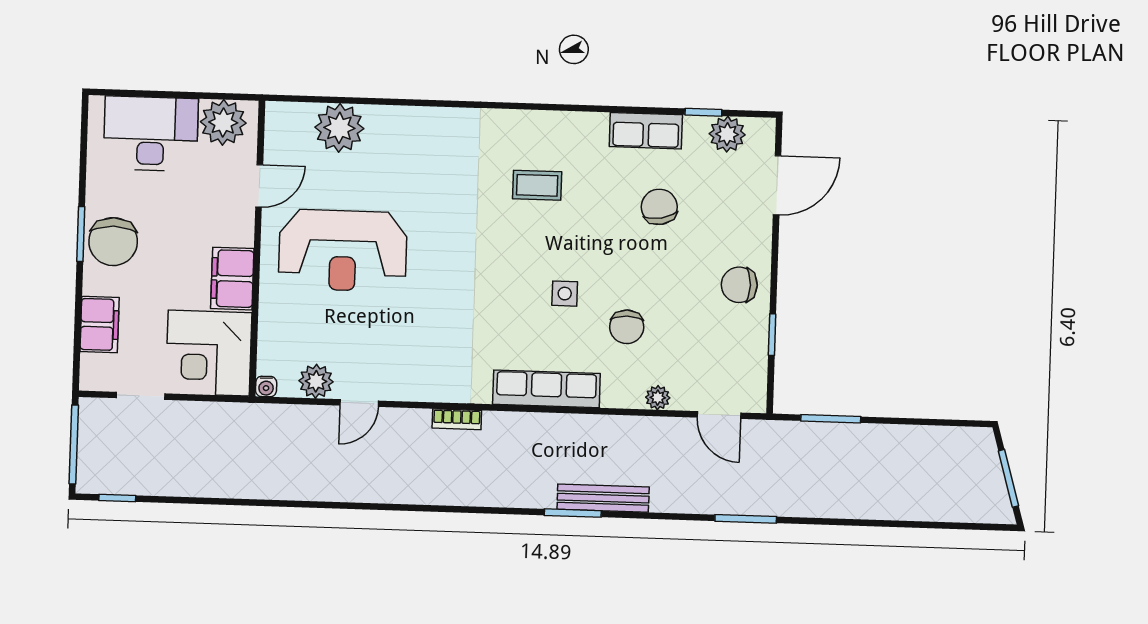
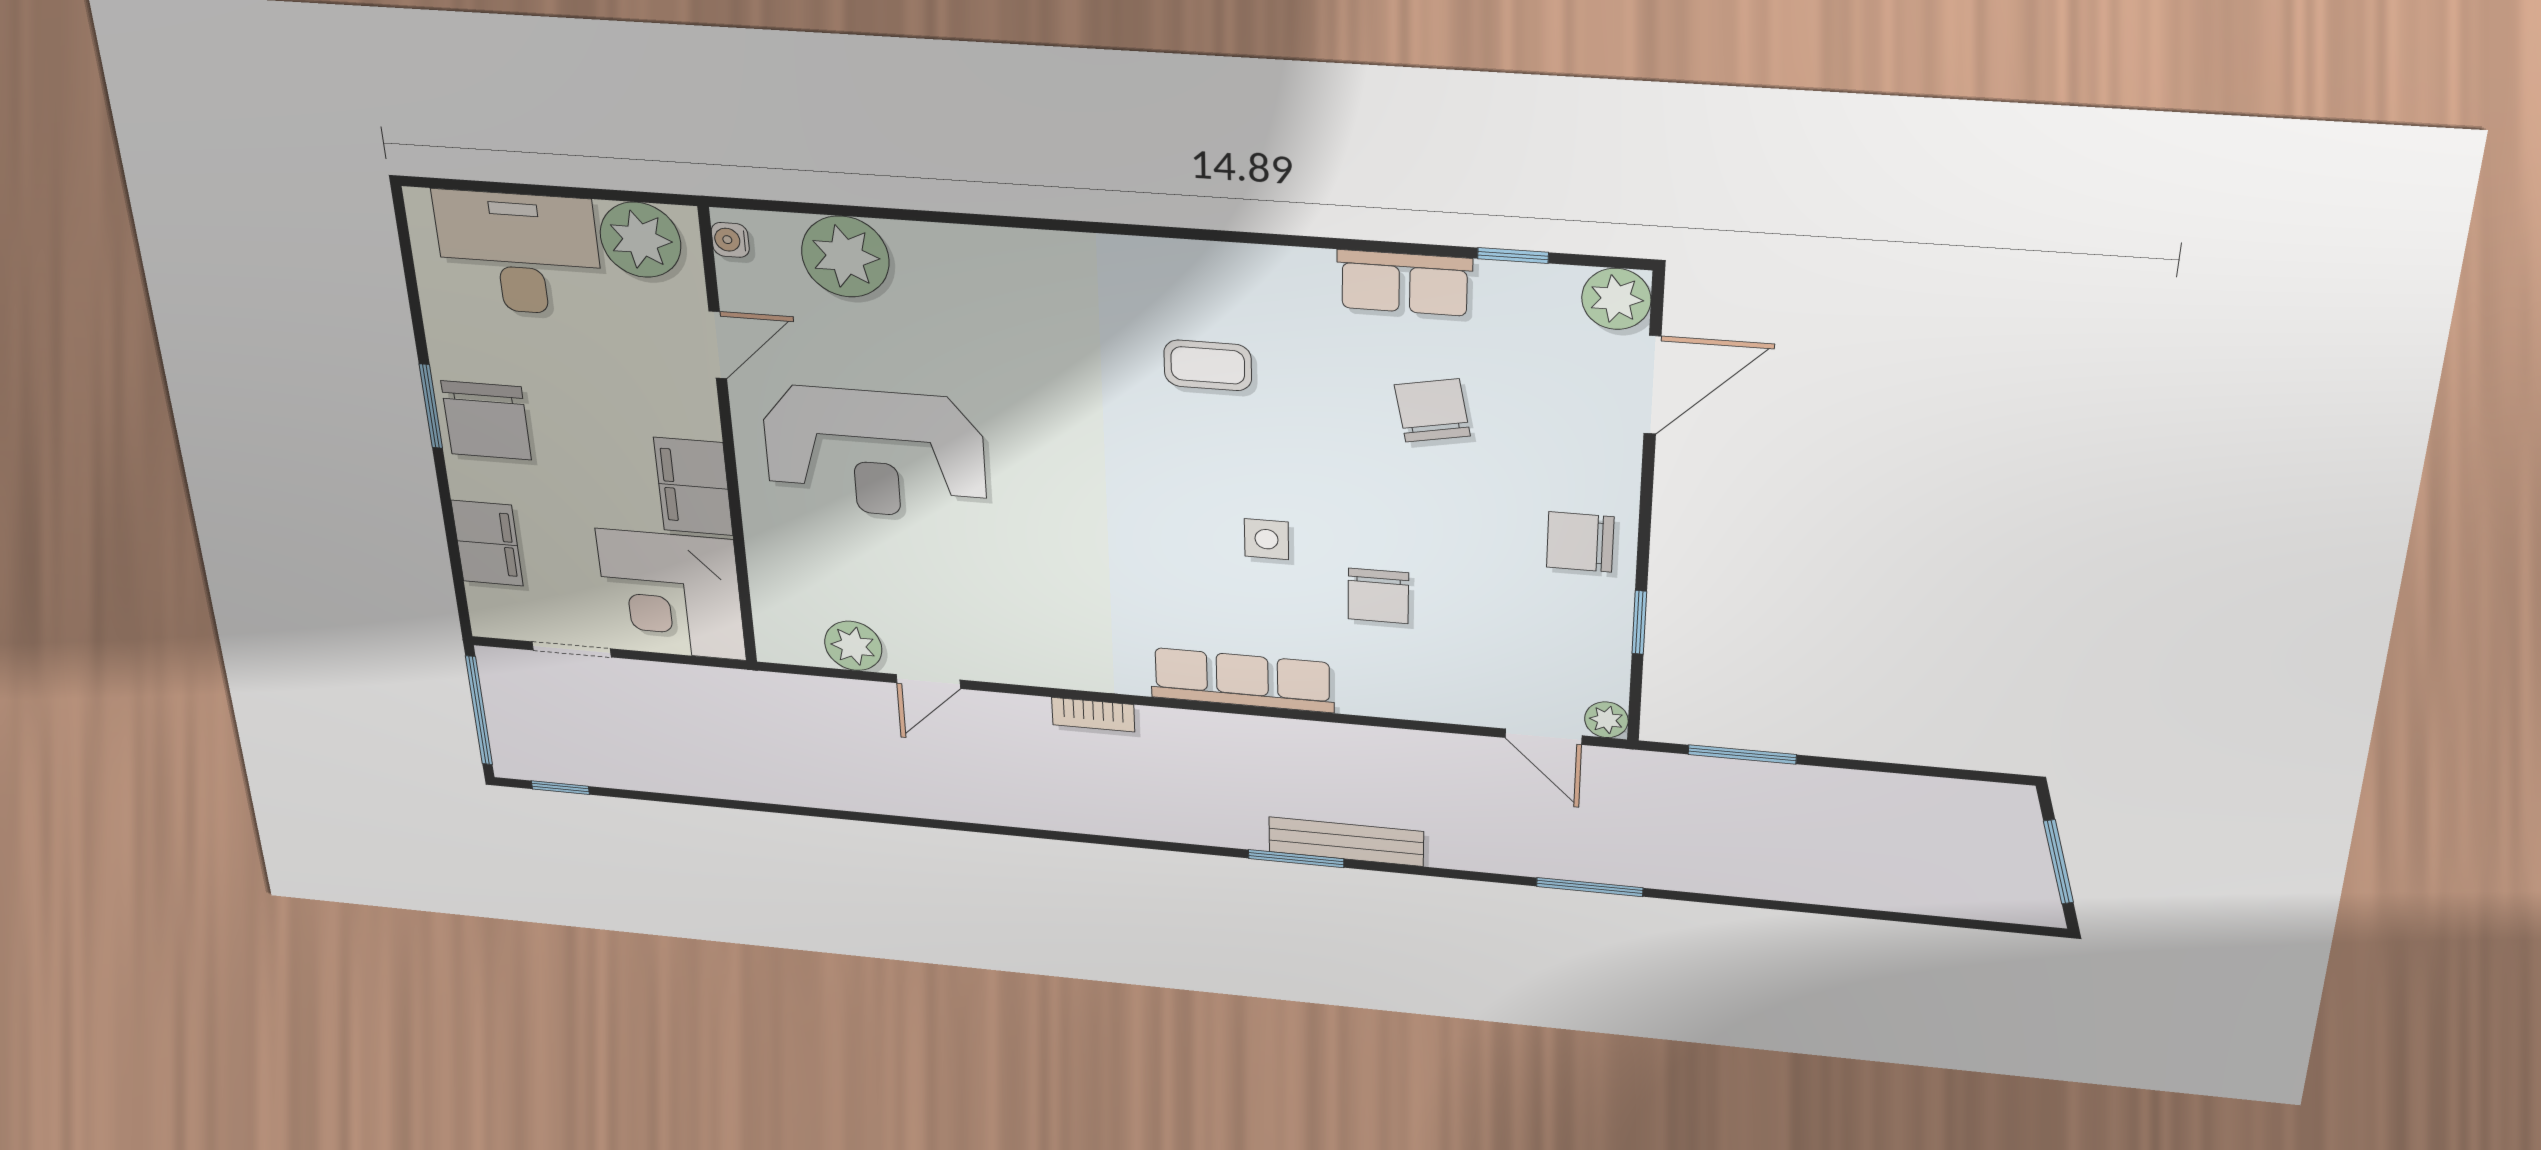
plant: (727, 134) -> (1616, 299), moved
water cooler: (266, 386) -> (730, 240), moved, turned 90
plant: (658, 398) -> (1606, 720), moved

